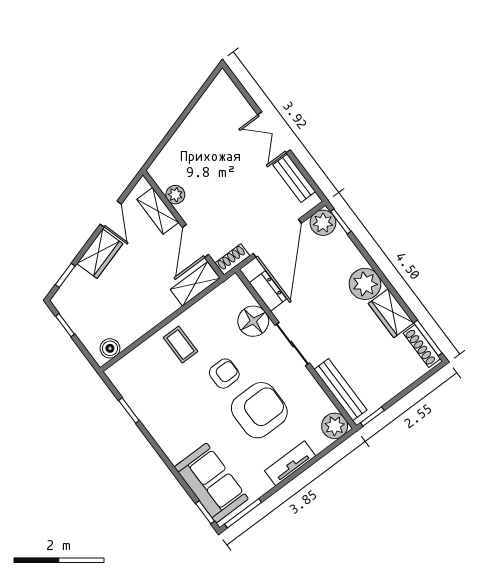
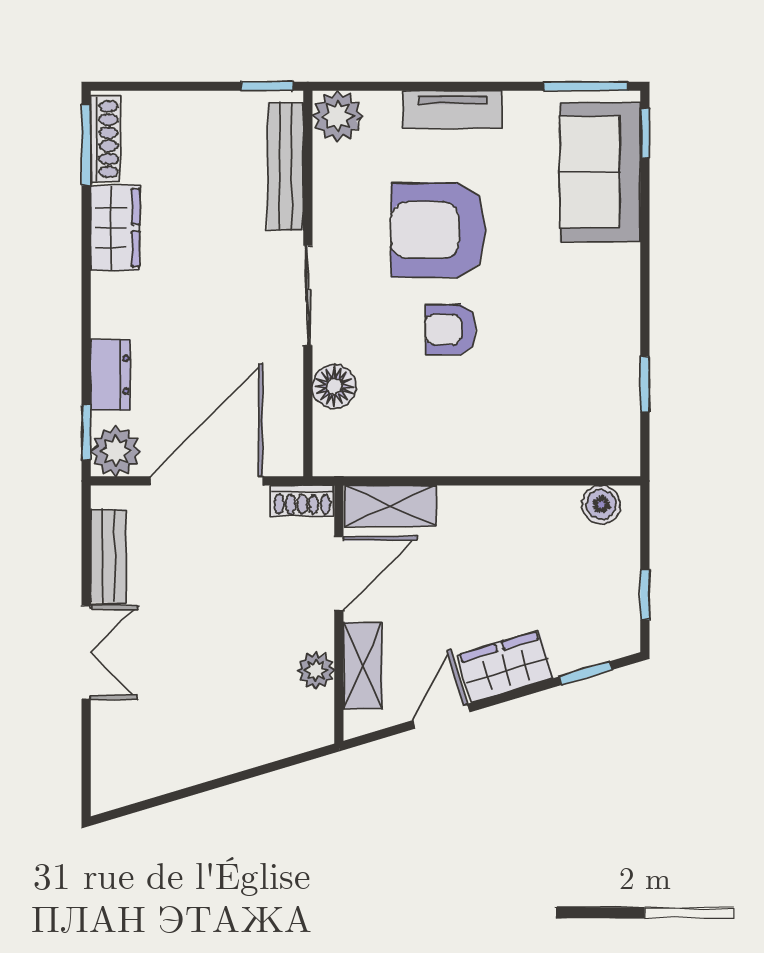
plant: (365, 284) -> (122, 305), removed
dresser: (268, 291) -> (110, 375), moved, turned 180
floor lamp: (253, 321) -> (334, 386), width x0.73, depth x0.73
coffee table: (180, 345) -> (485, 427), removed

